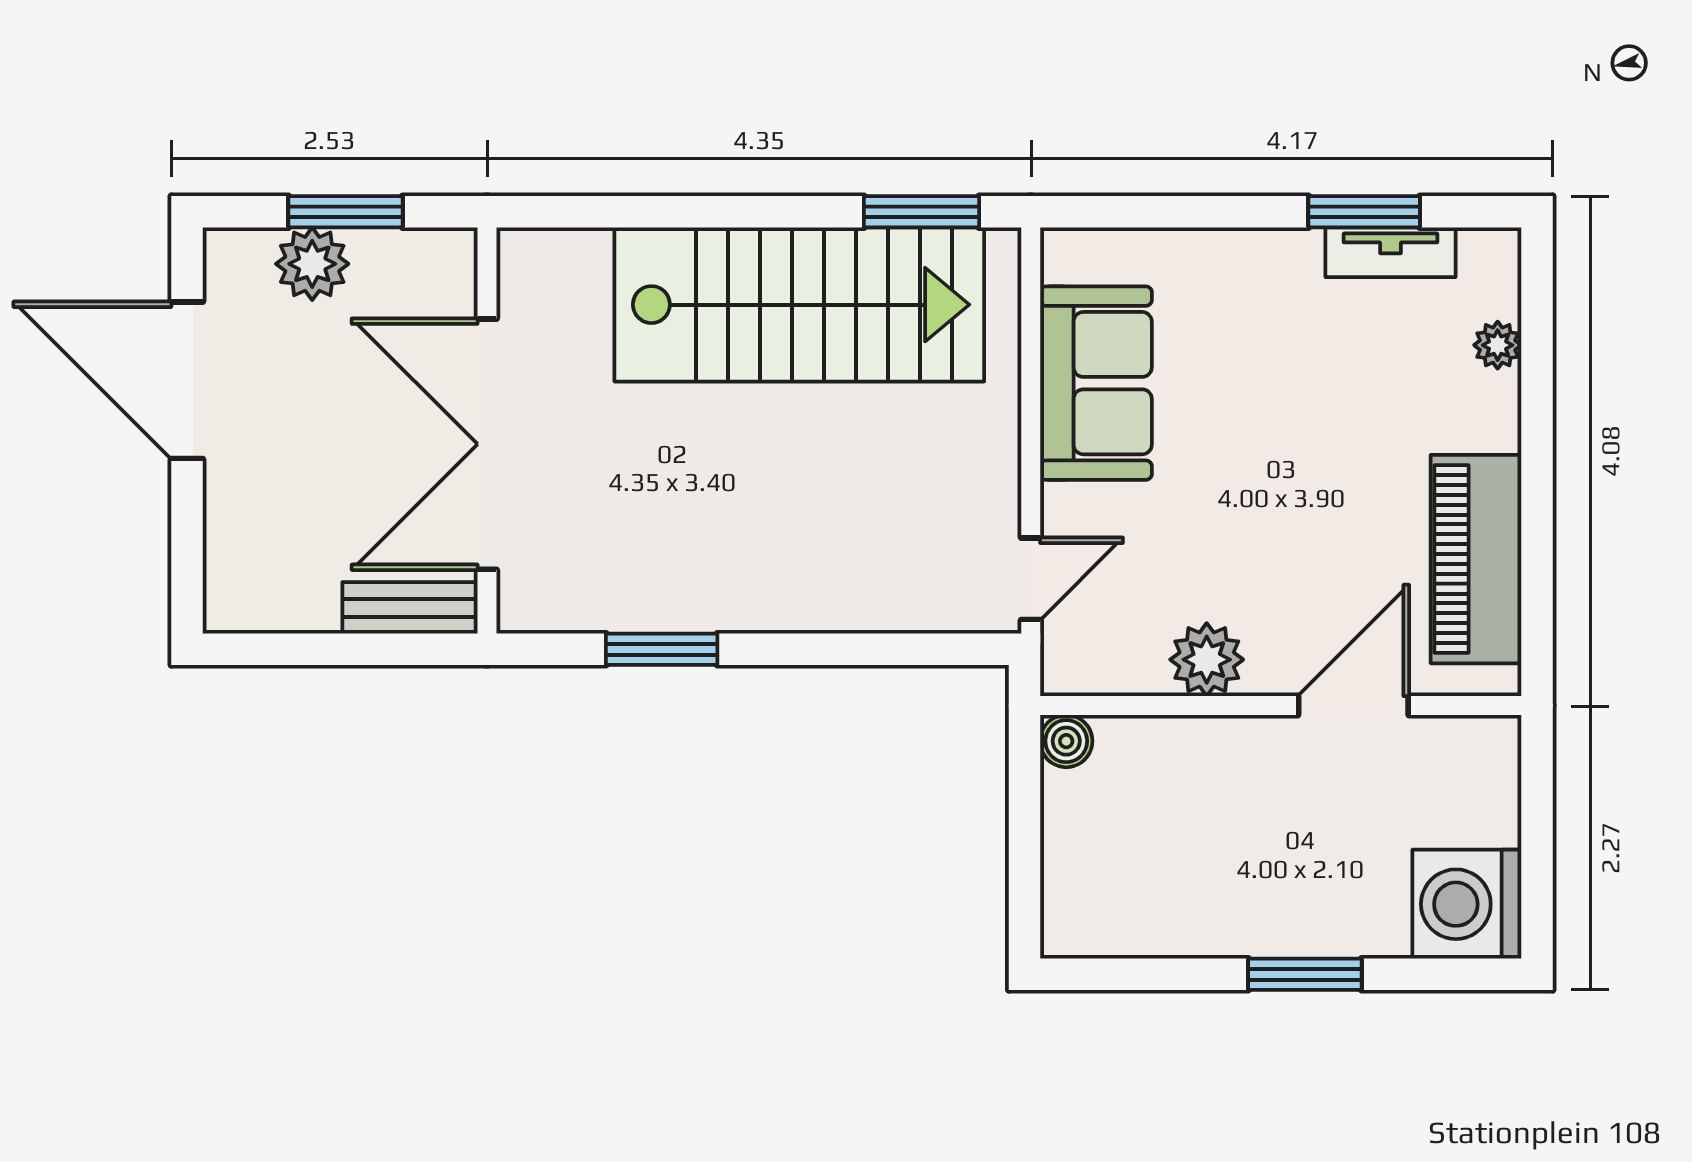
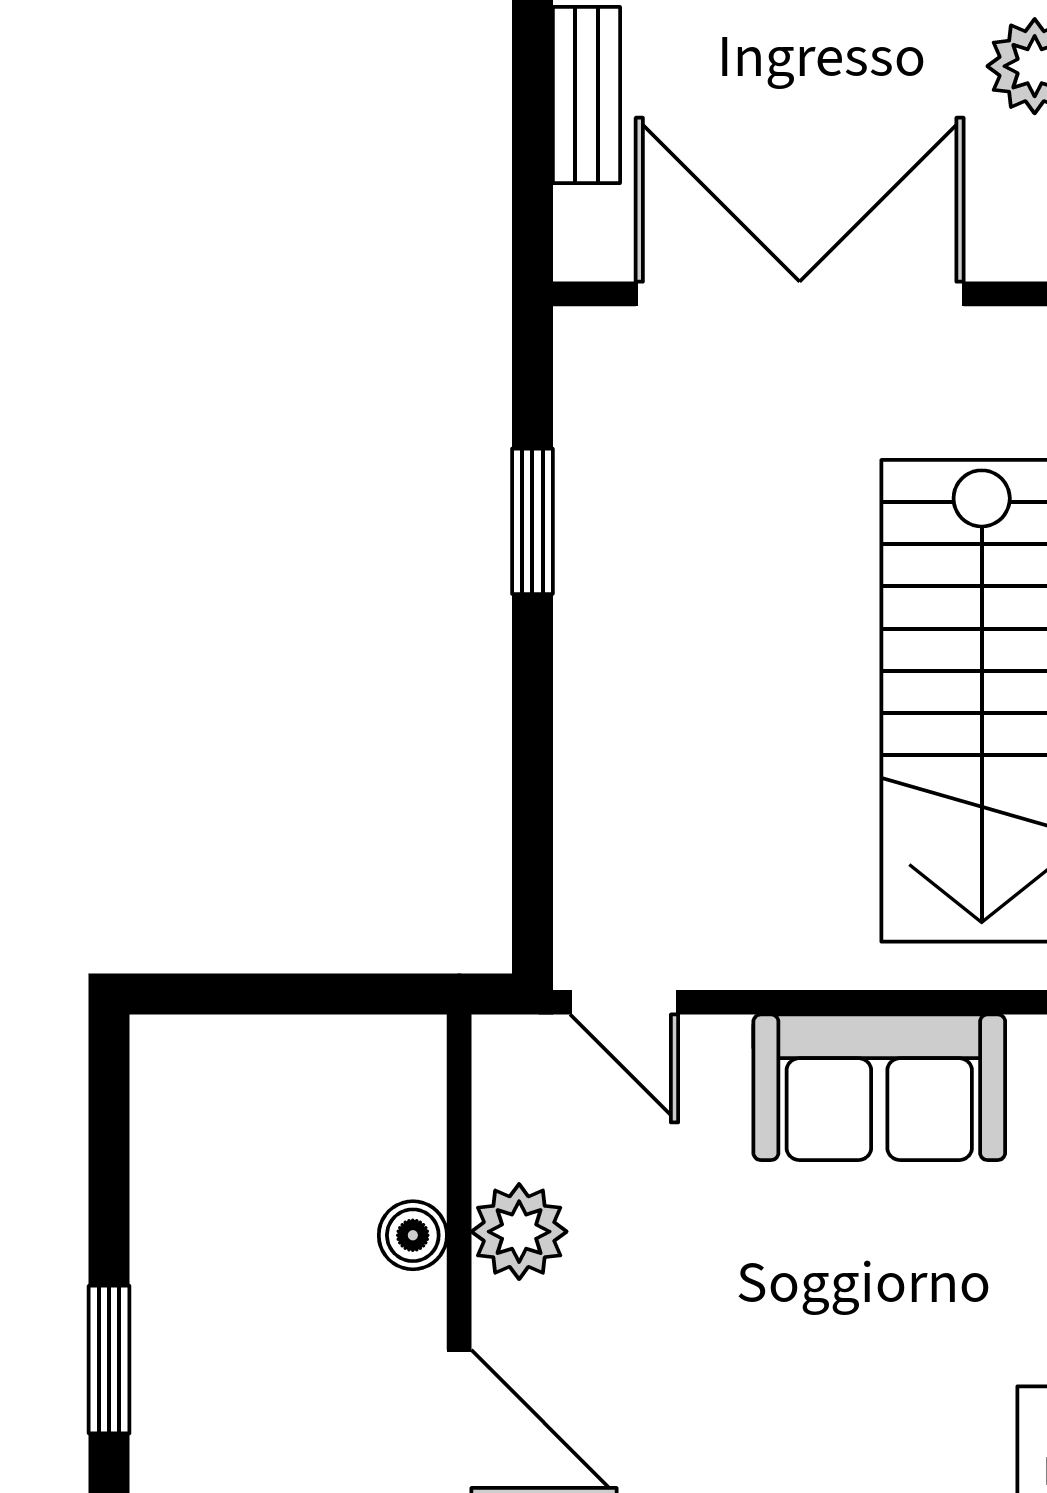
bench: (410, 608) -> (586, 95), moved
boiler: (1066, 741) -> (413, 1235), moved

